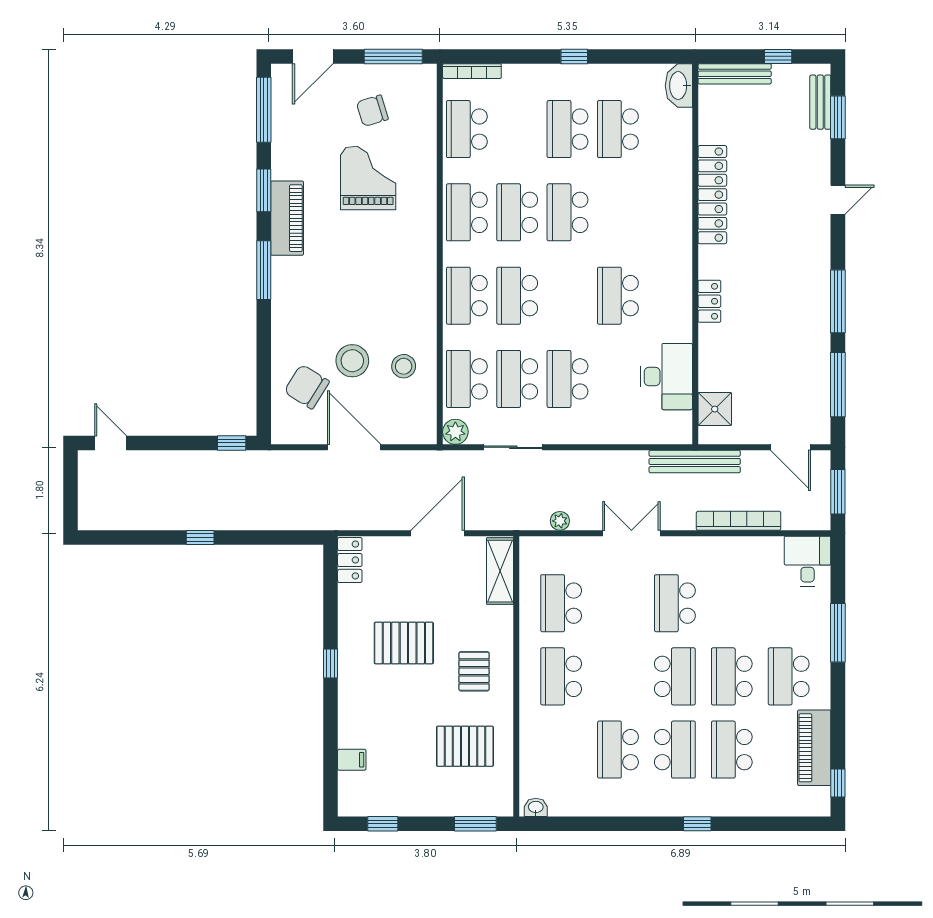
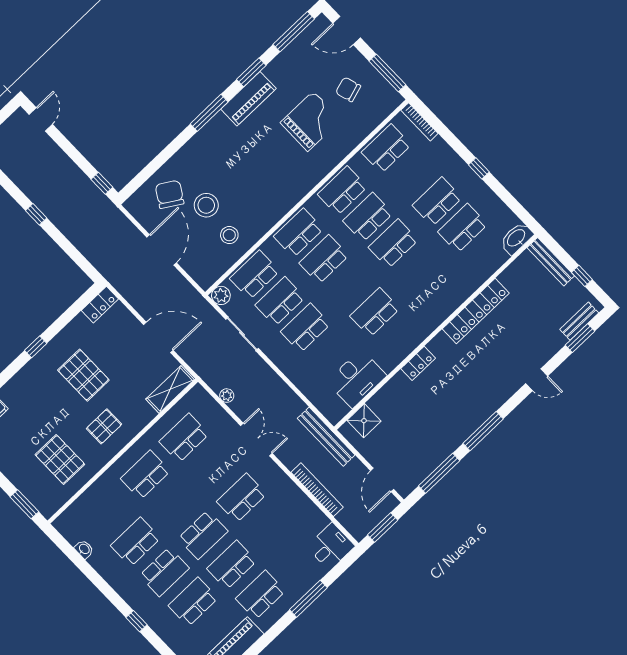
washbasin: (536, 807) -> (84, 549), moved

